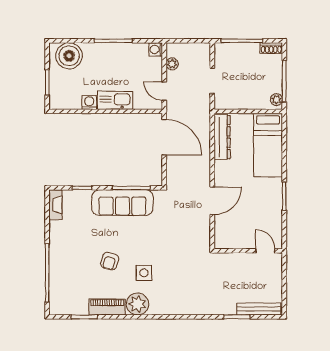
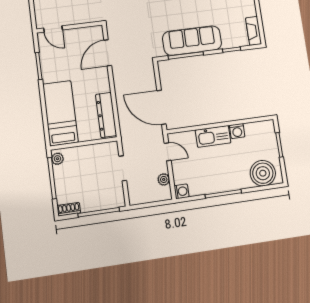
wall: (248, 251) -> (69, 27), moved
door: (265, 251) -> (53, 29), moved

